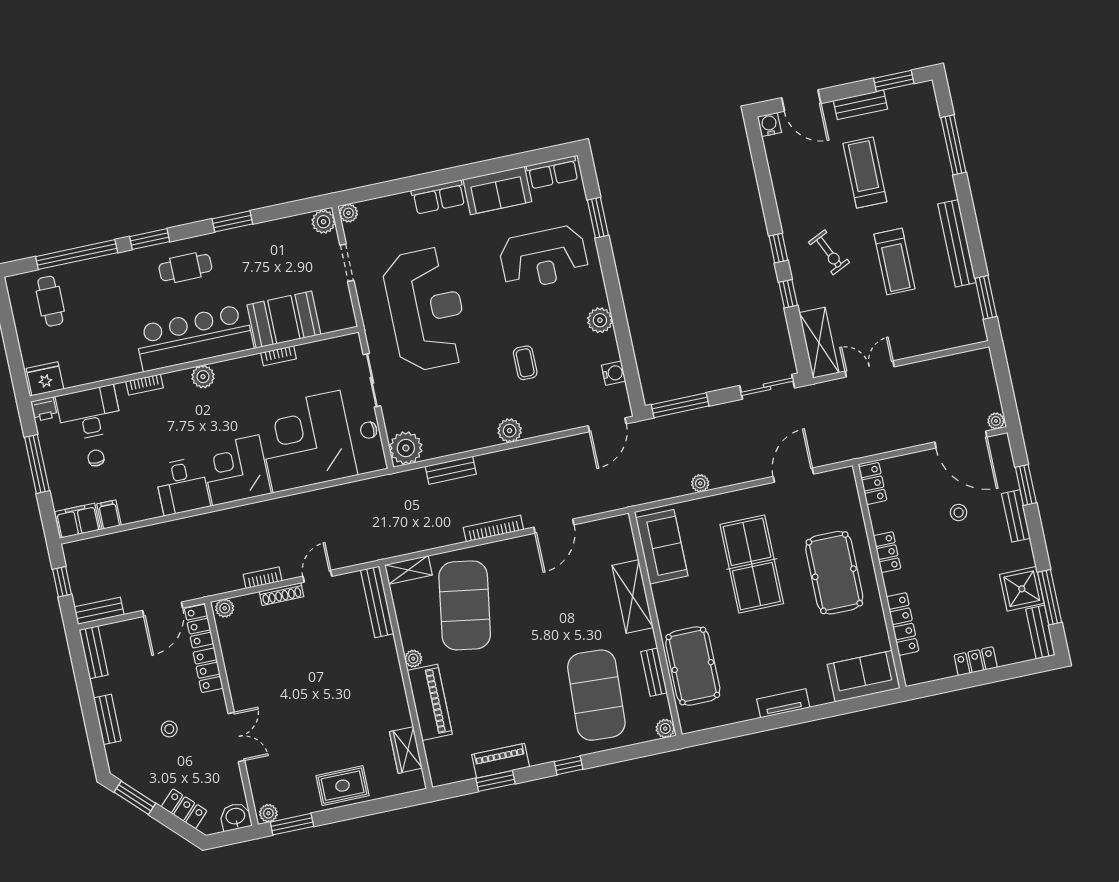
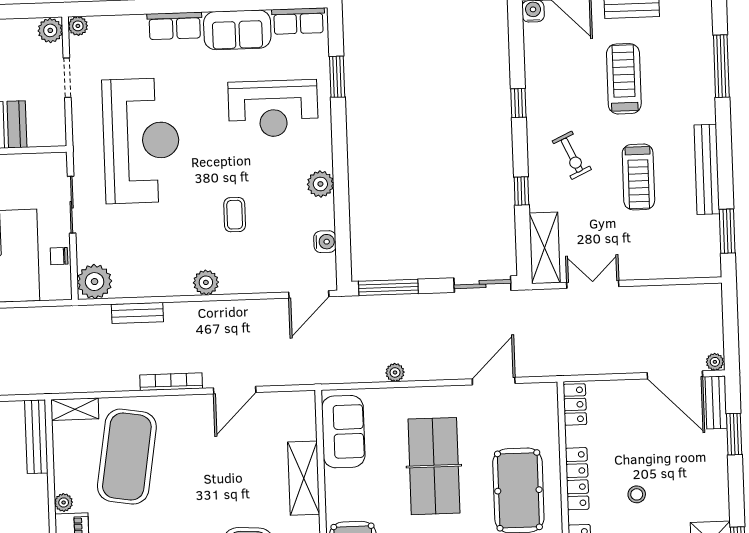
window: (778, 248) -> (518, 103), moved
stool: (959, 512) -> (637, 494), moved
bench: (1016, 516) -> (716, 402), moved
locker: (887, 552) -> (577, 479), width x1.53

